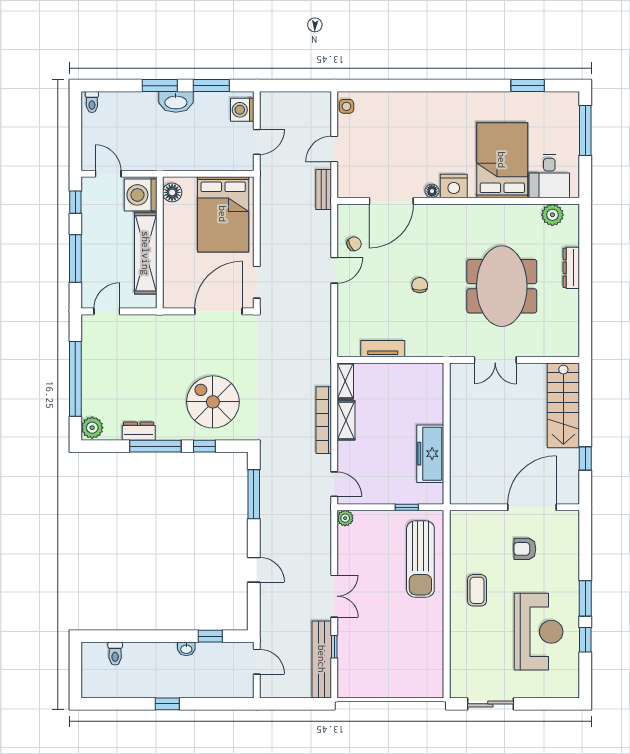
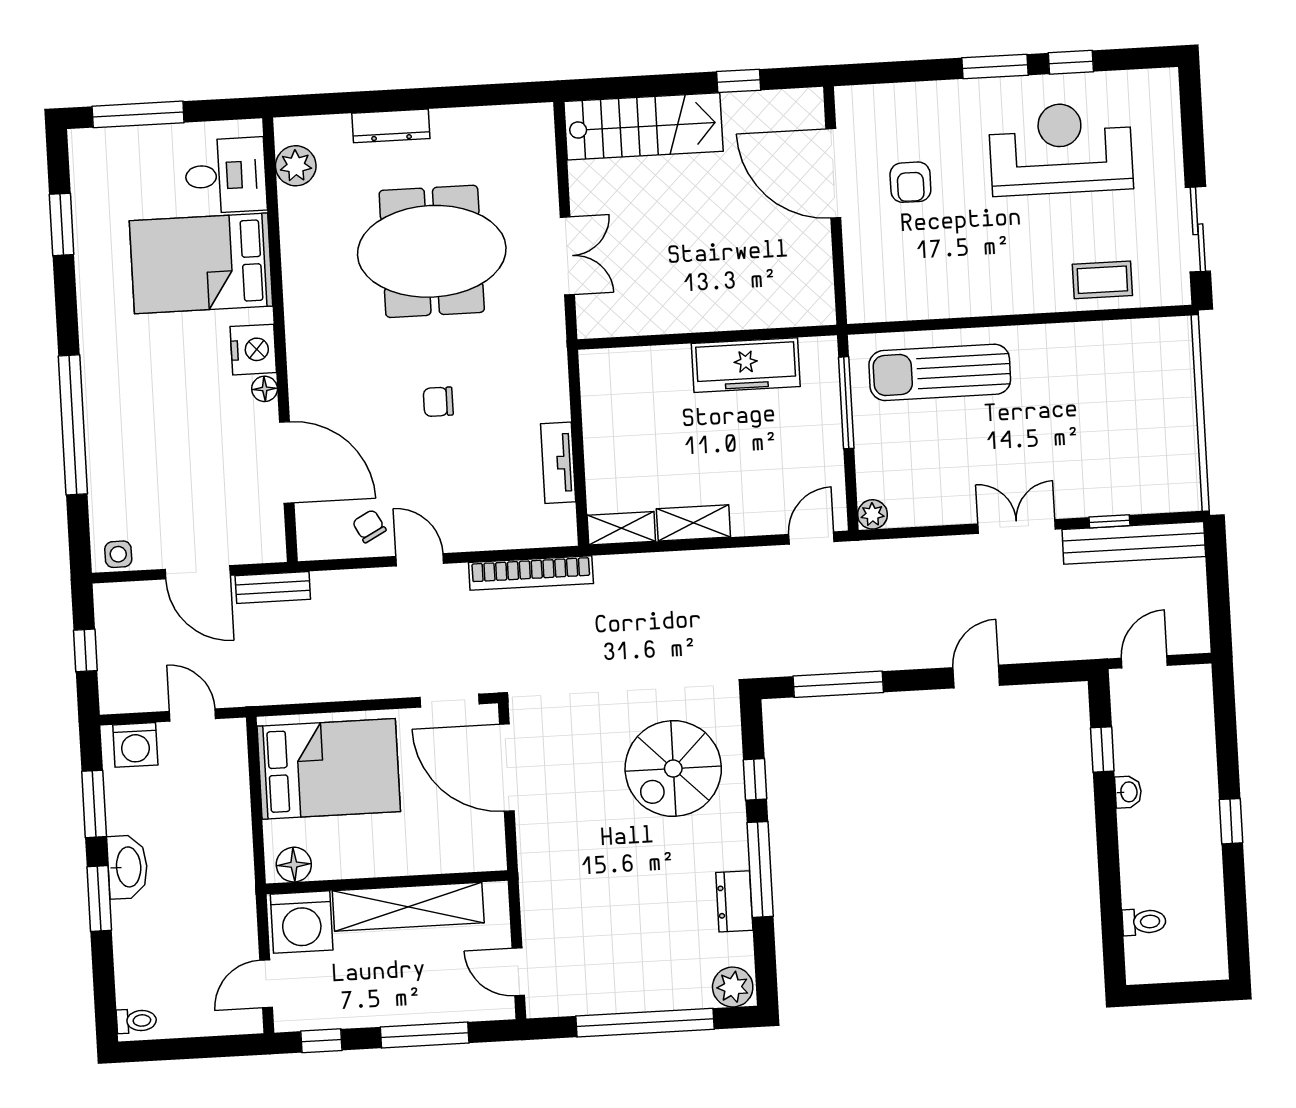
window: (295, 86) -> (85, 650), added
window: (418, 86) -> (73, 425), added
door: (334, 149) -> (198, 572), width x1.38
bookcase: (324, 420) -> (531, 573), moved
window: (407, 507) -> (846, 403), width x2.17
sun lounger: (420, 559) -> (940, 372), turned 180
coffee table: (477, 590) -> (1102, 280), moved

